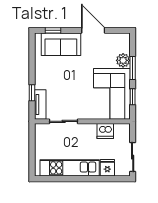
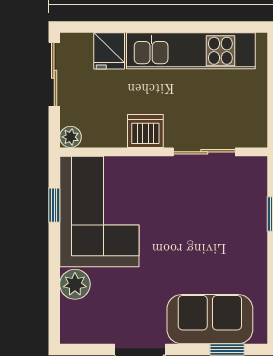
window: (133, 68) -> (54, 268), removed
tv unit: (40, 105) -> (255, 188), removed
plant: (125, 128) -> (70, 137), added
dishwasher: (105, 131) -> (145, 131), moved

